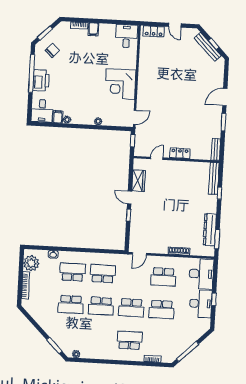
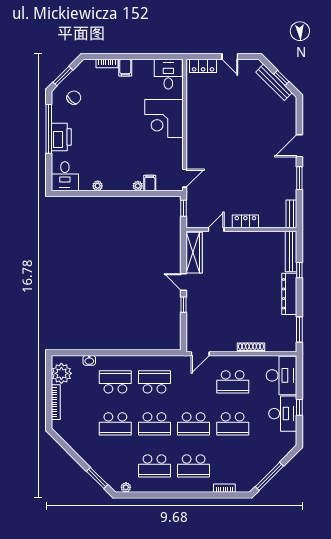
corner desk: (120, 84) -> (164, 118), moved
filing cabinet: (58, 117) -> (150, 183), moved
wardrobe: (139, 181) -> (194, 253), width x1.50
dresser: (210, 230) -> (289, 294), moved
school desk: (99, 339) -> (154, 466), added
school desk: (130, 340) -> (194, 466), turned 180

